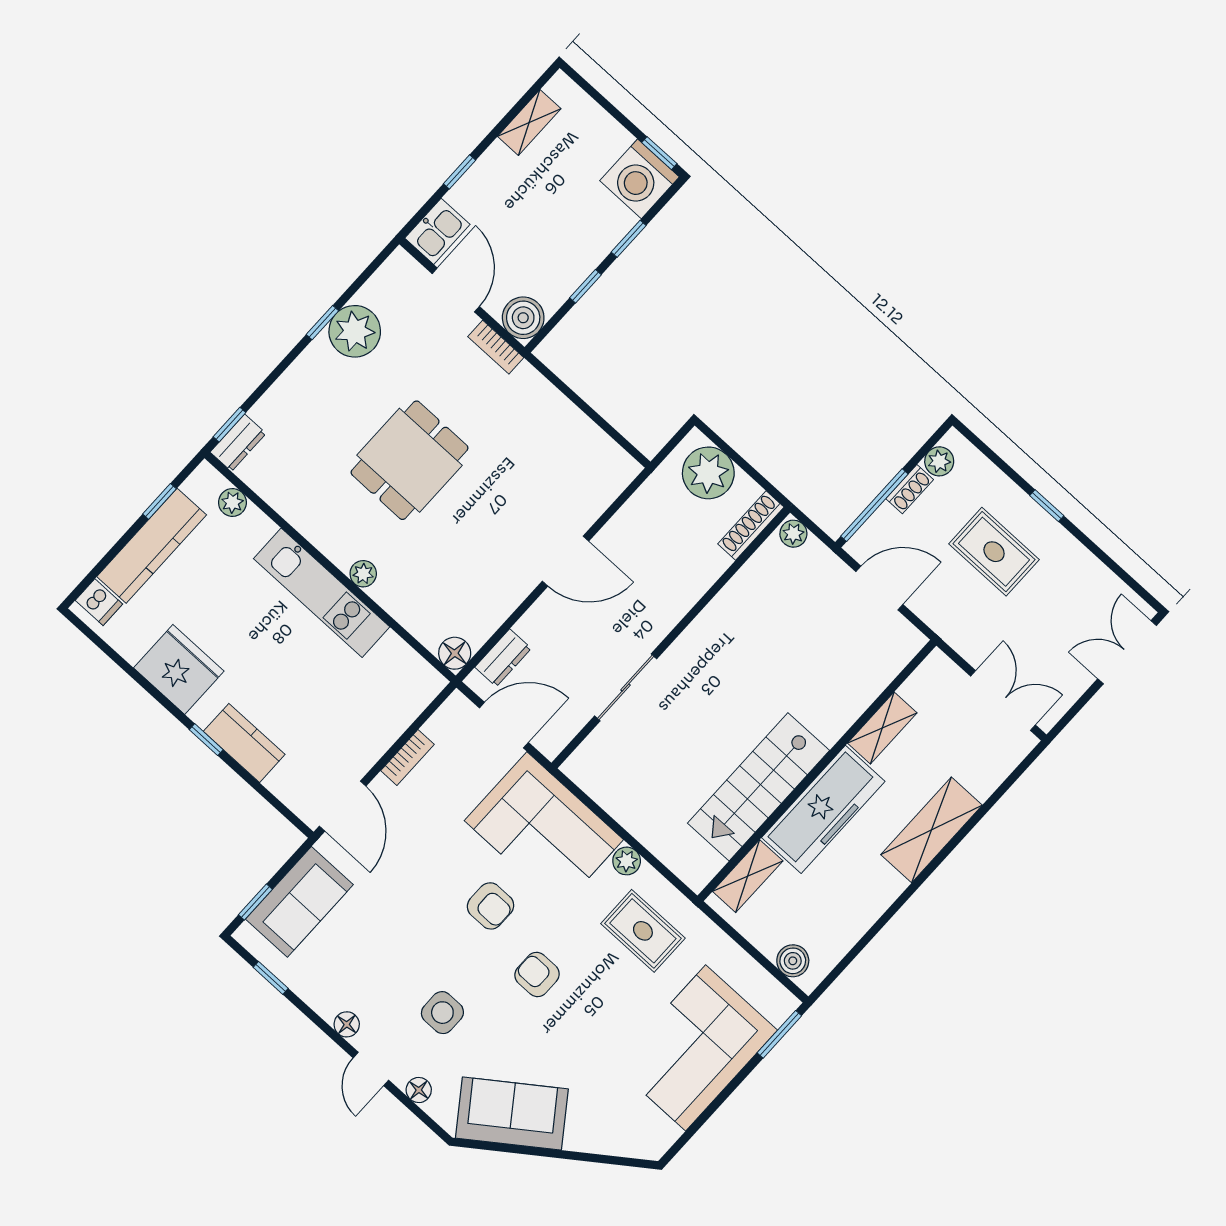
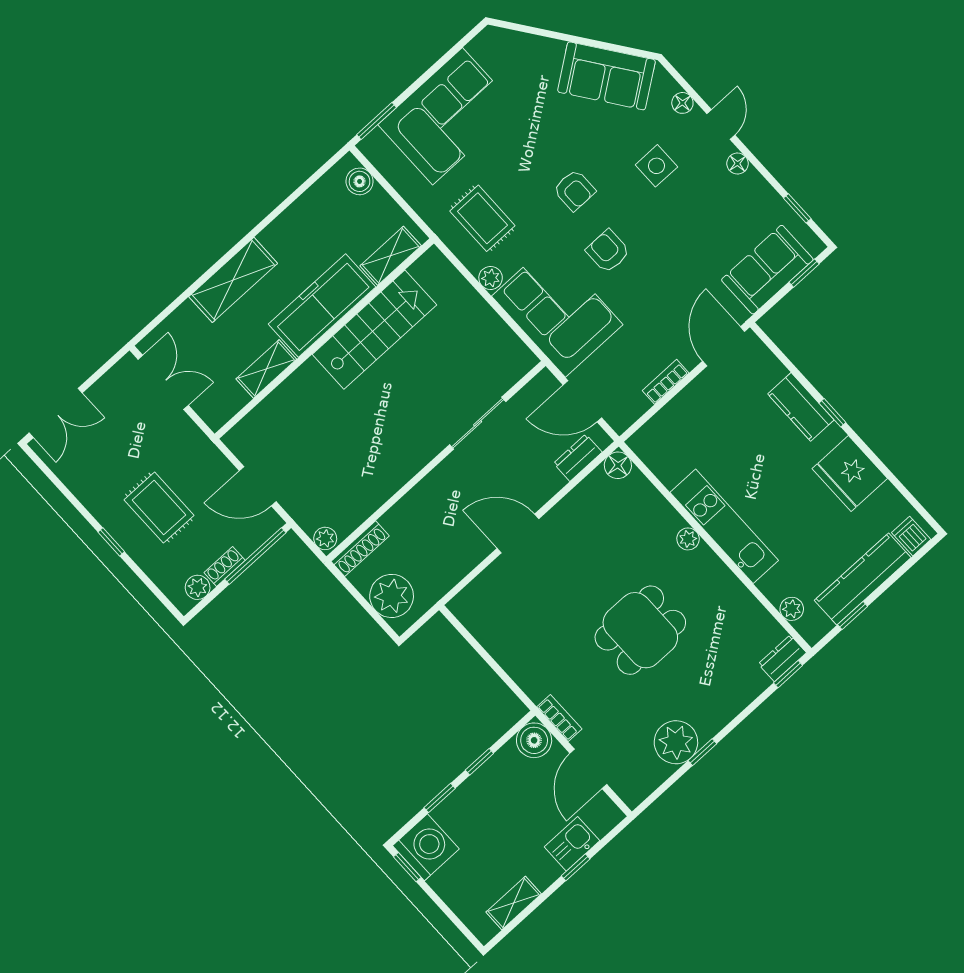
kitchen sink: (437, 231) -> (572, 844), moved
double door: (1003, 701) -> (163, 382), swing flipped

